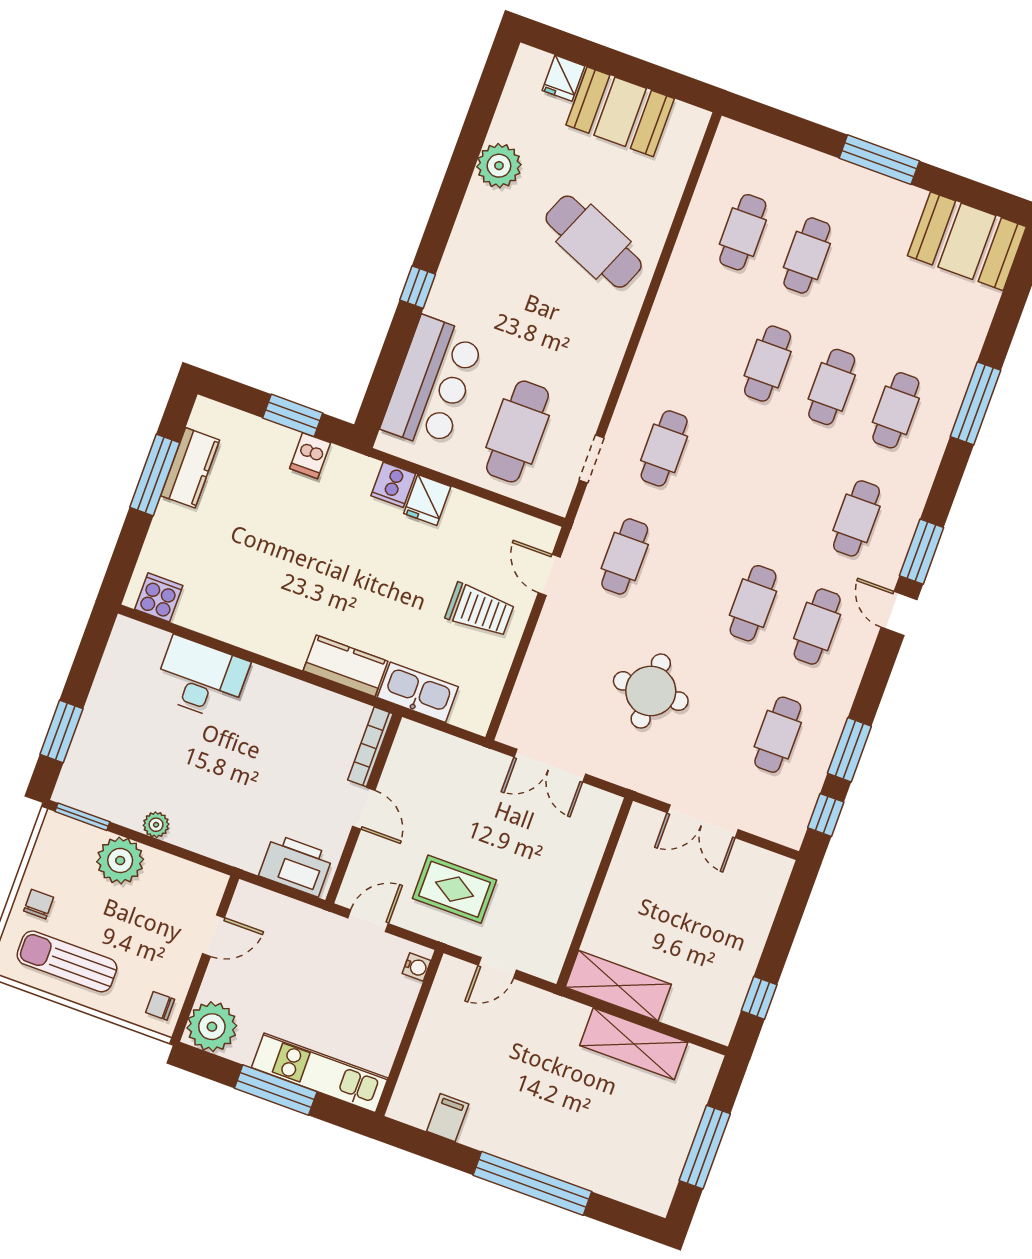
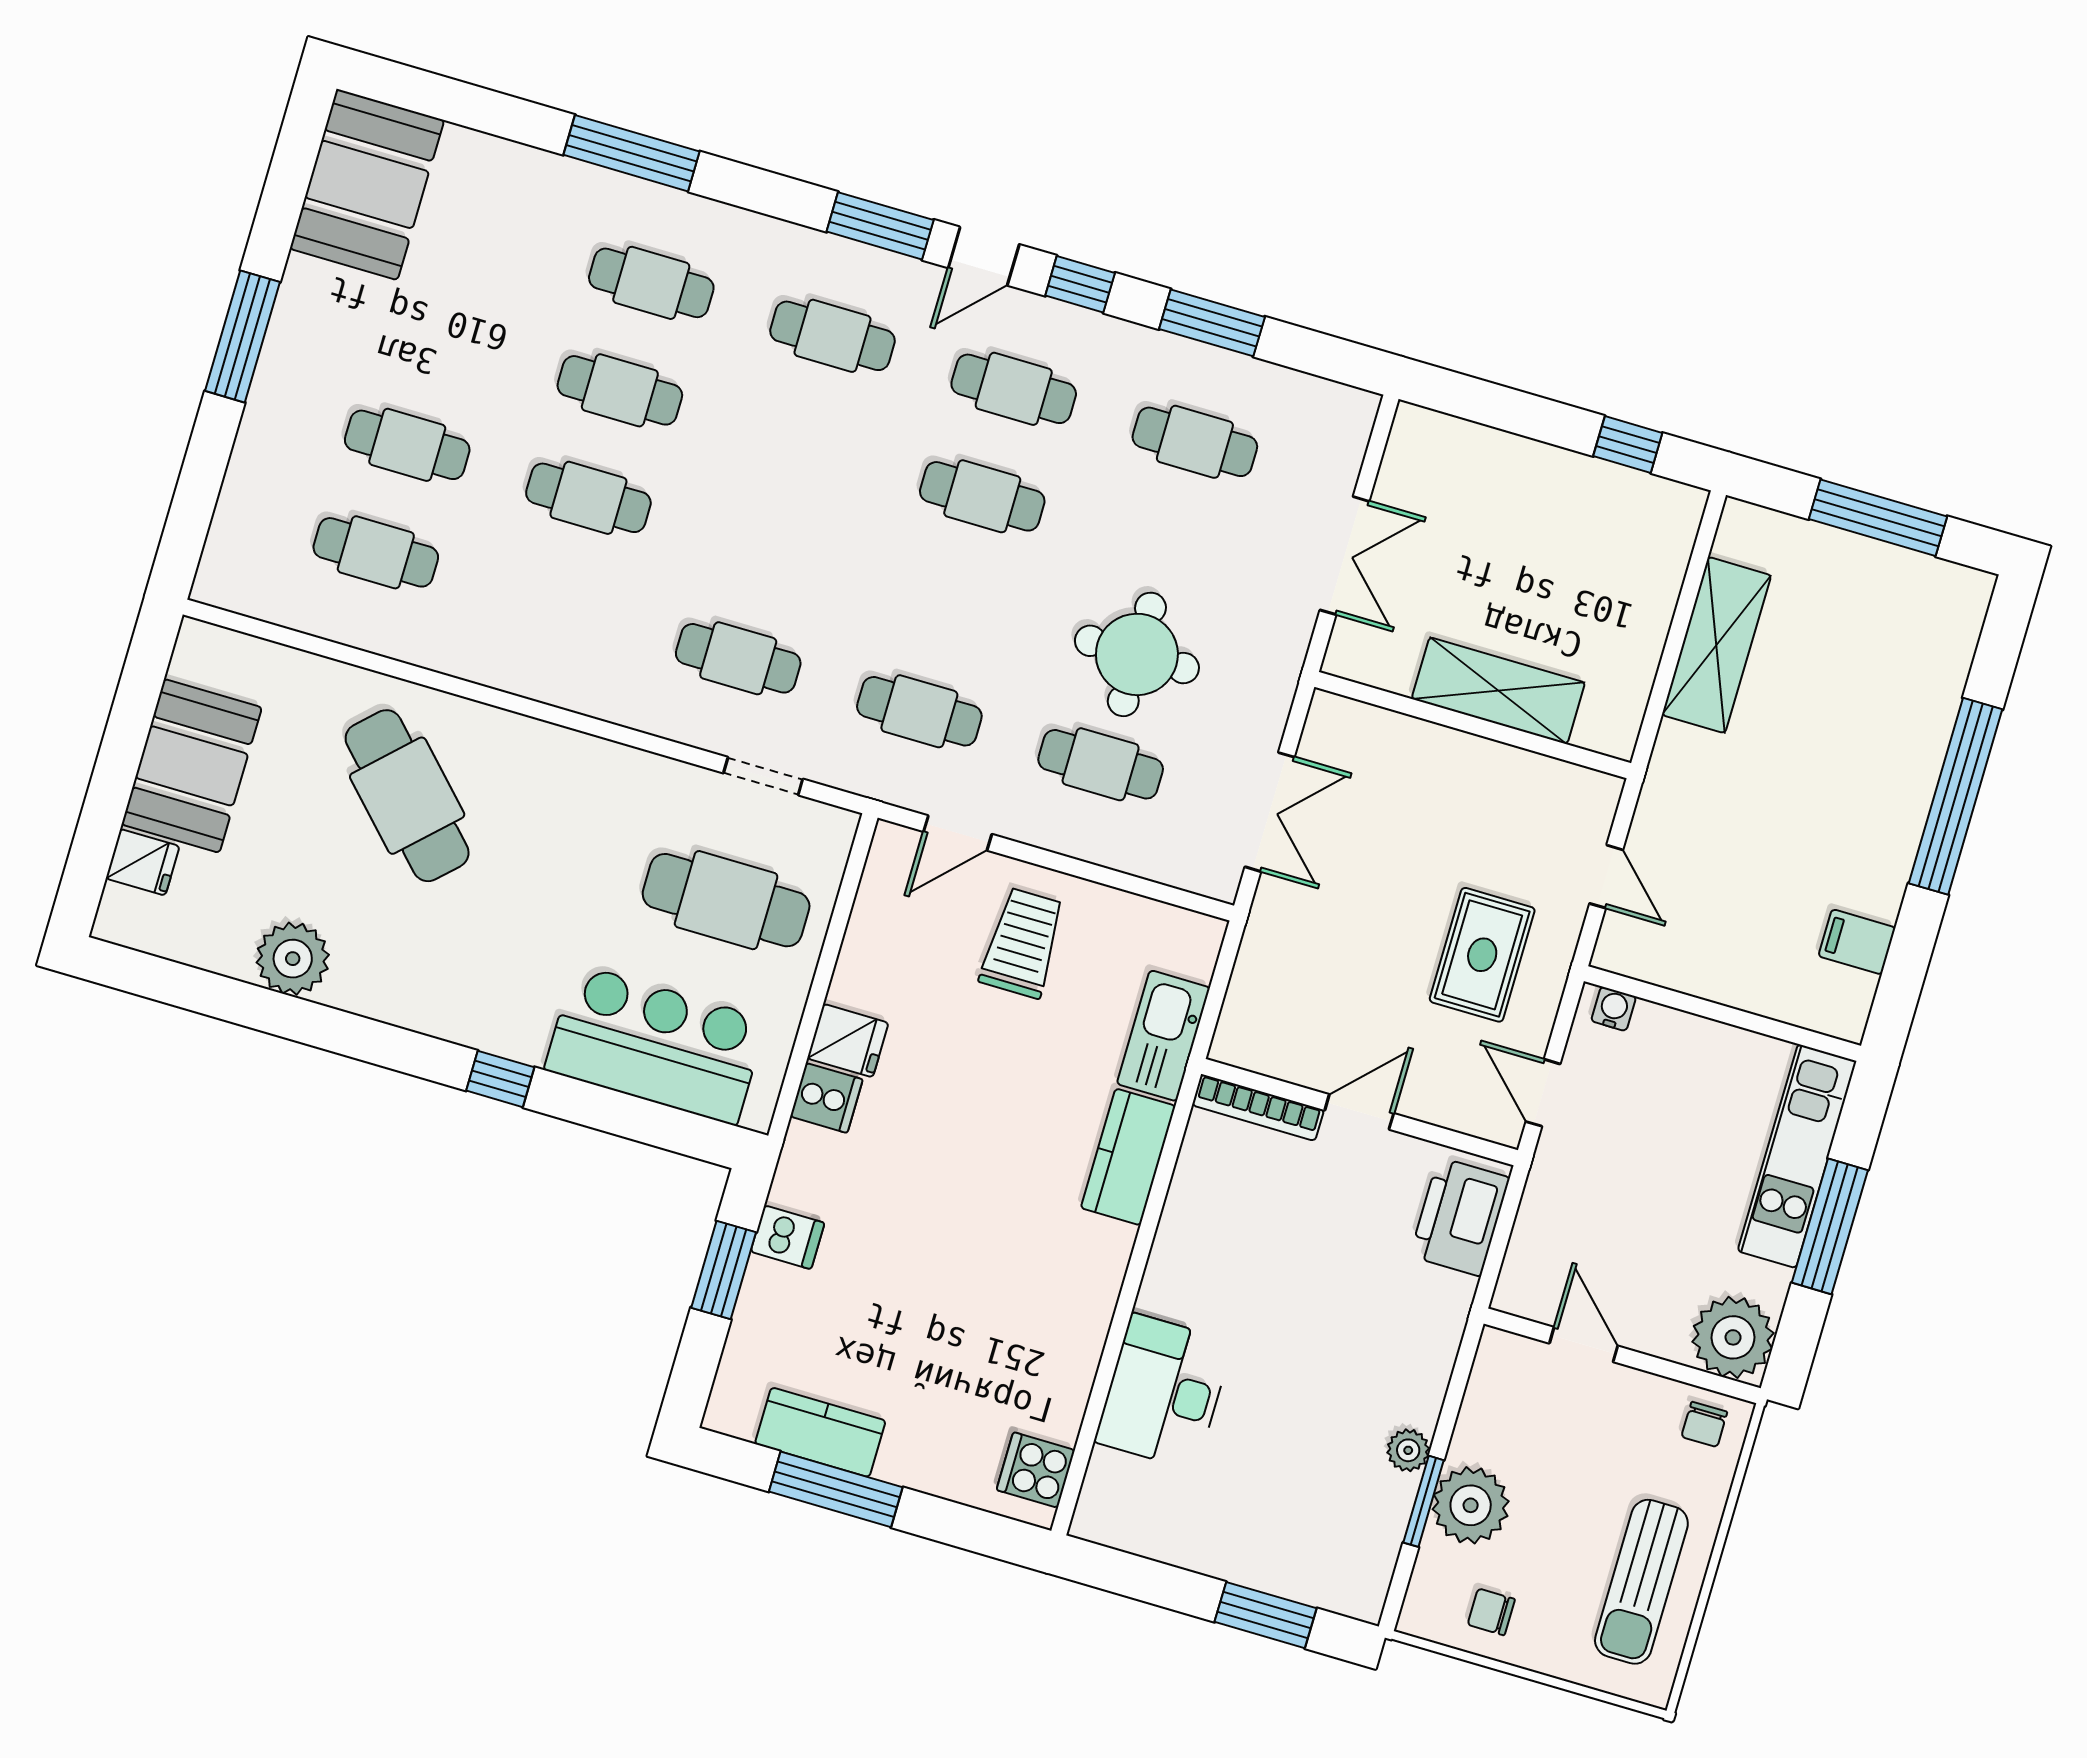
cafe table: (594, 242) -> (407, 796), turned -67
cafe table: (585, 665) -> (1101, 764), added
window: (826, 815) -> (1080, 284), moved
window: (82, 817) -> (1424, 1501), moved
chair: (39, 904) -> (1491, 1612), moved
shelving: (618, 986) -> (1498, 691), moved, turned 90

